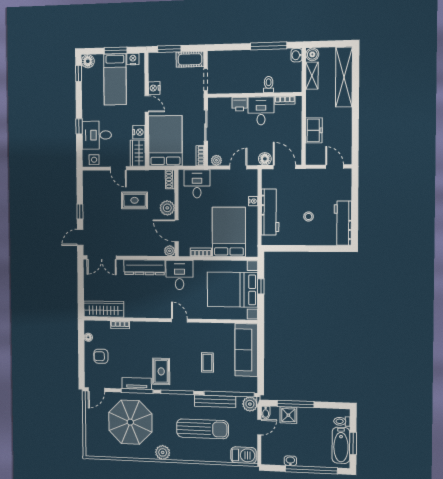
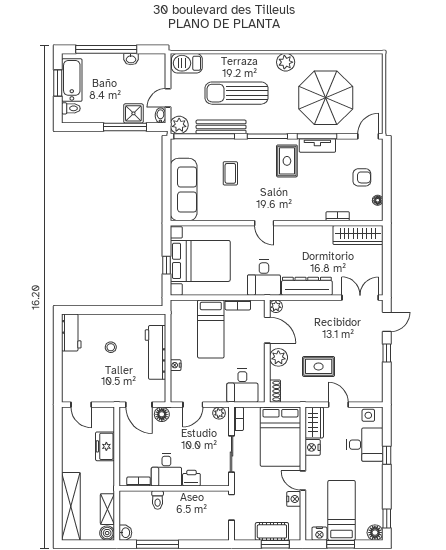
cot: (190, 59) -> (272, 531), moved
workbench: (343, 223) -> (71, 333), width x0.73
bed: (229, 232) -> (211, 329), width x0.67

